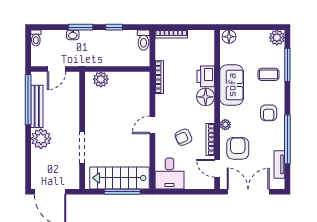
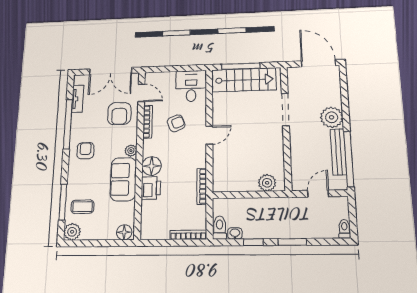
washbasin: (73, 35) -> (235, 233), moved
coffee table: (268, 74) -> (82, 207), moved
plant: (225, 125) -> (131, 151), moved

